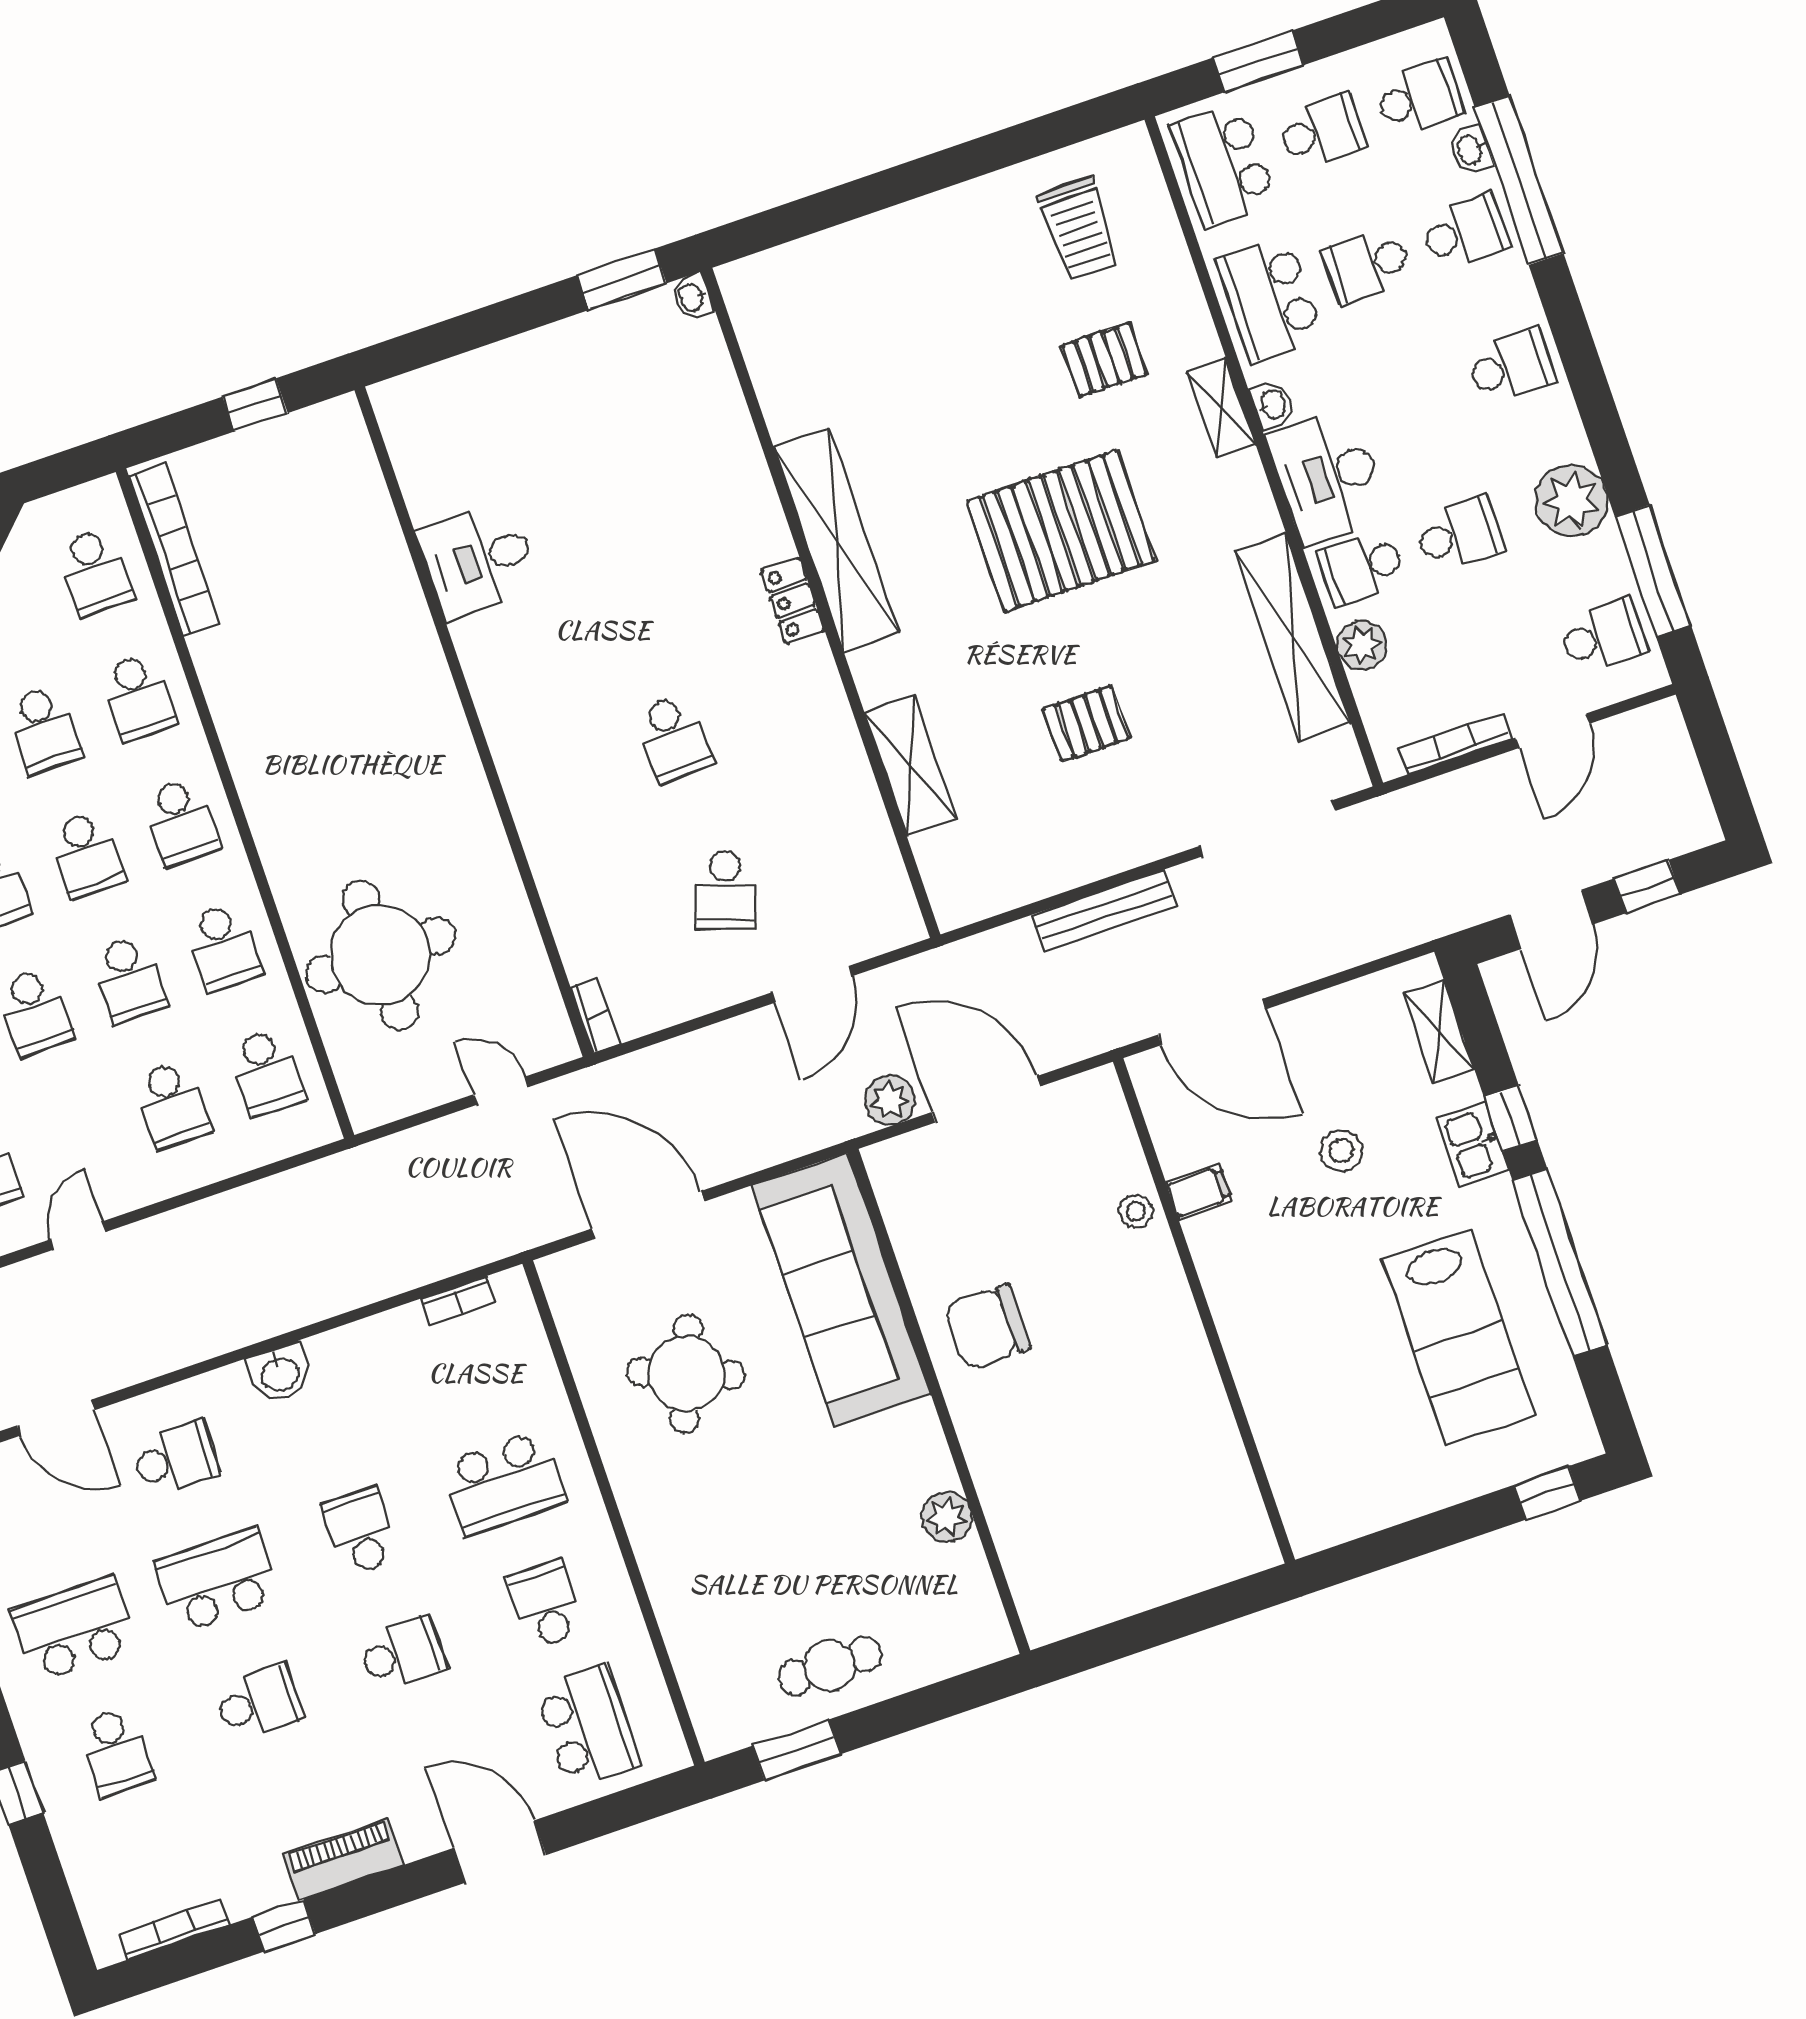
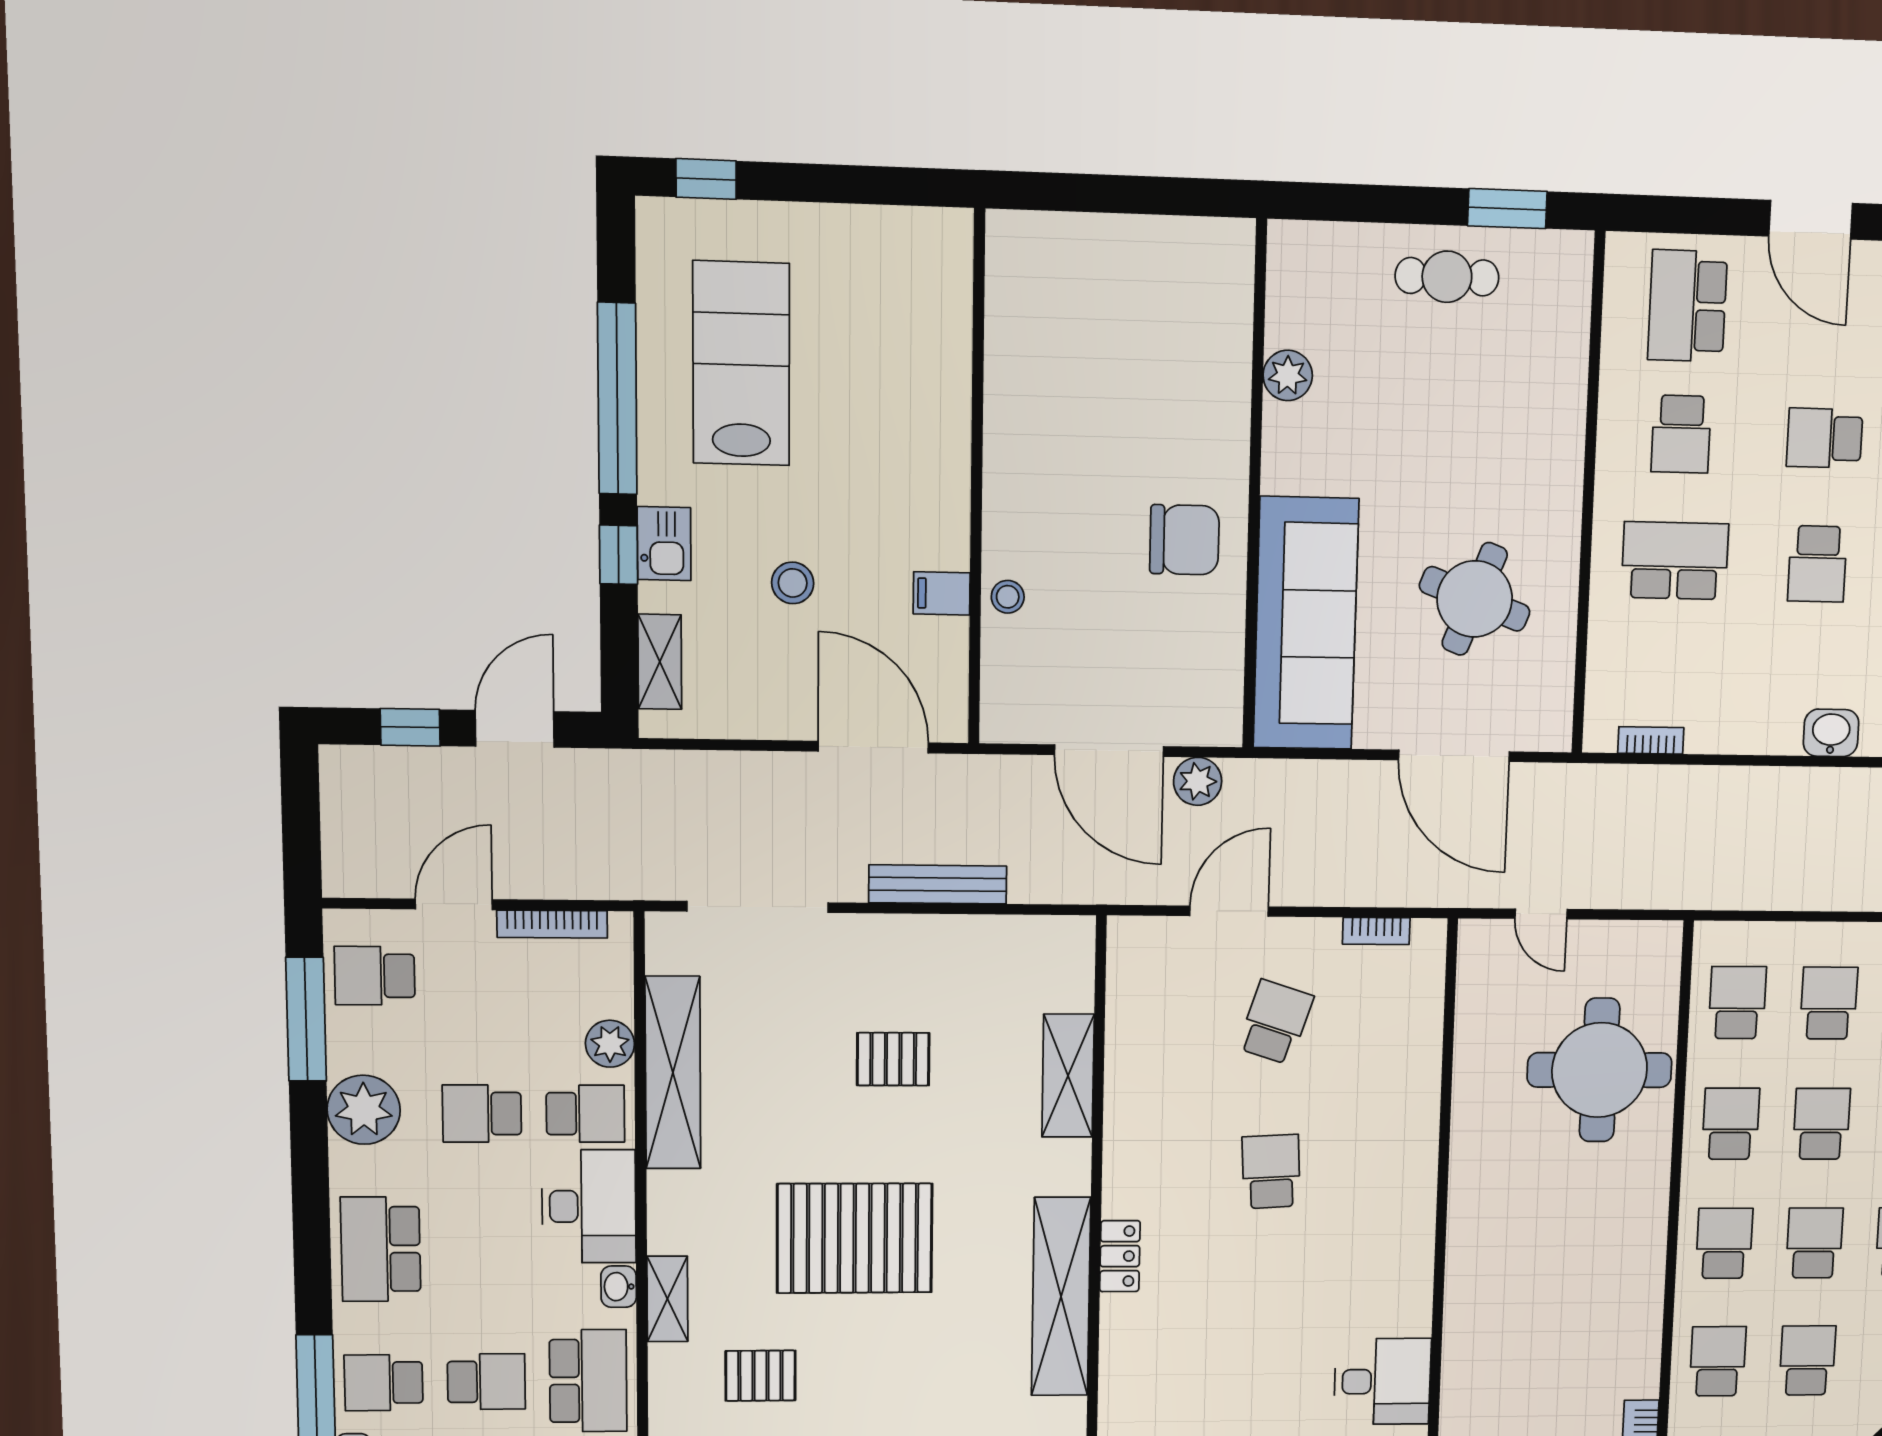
school desk: (1511, 367) -> (381, 1249), width x1.85
bookcase: (595, 1016) -> (1376, 931), moved, turned -90

